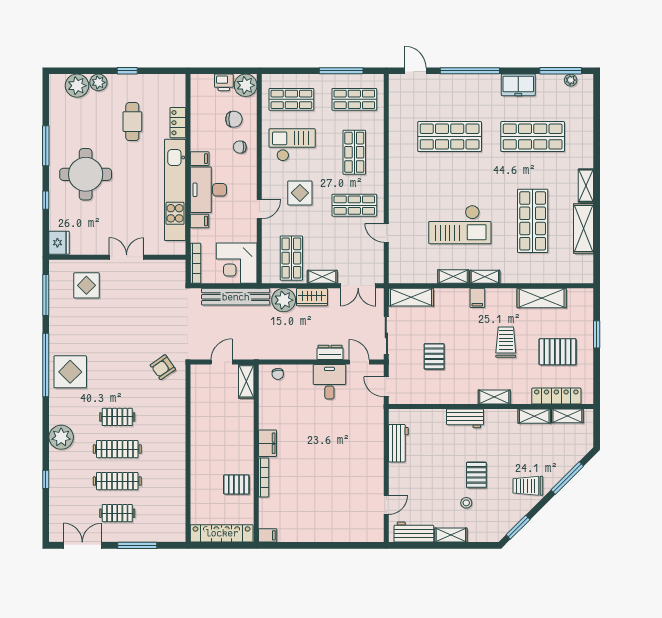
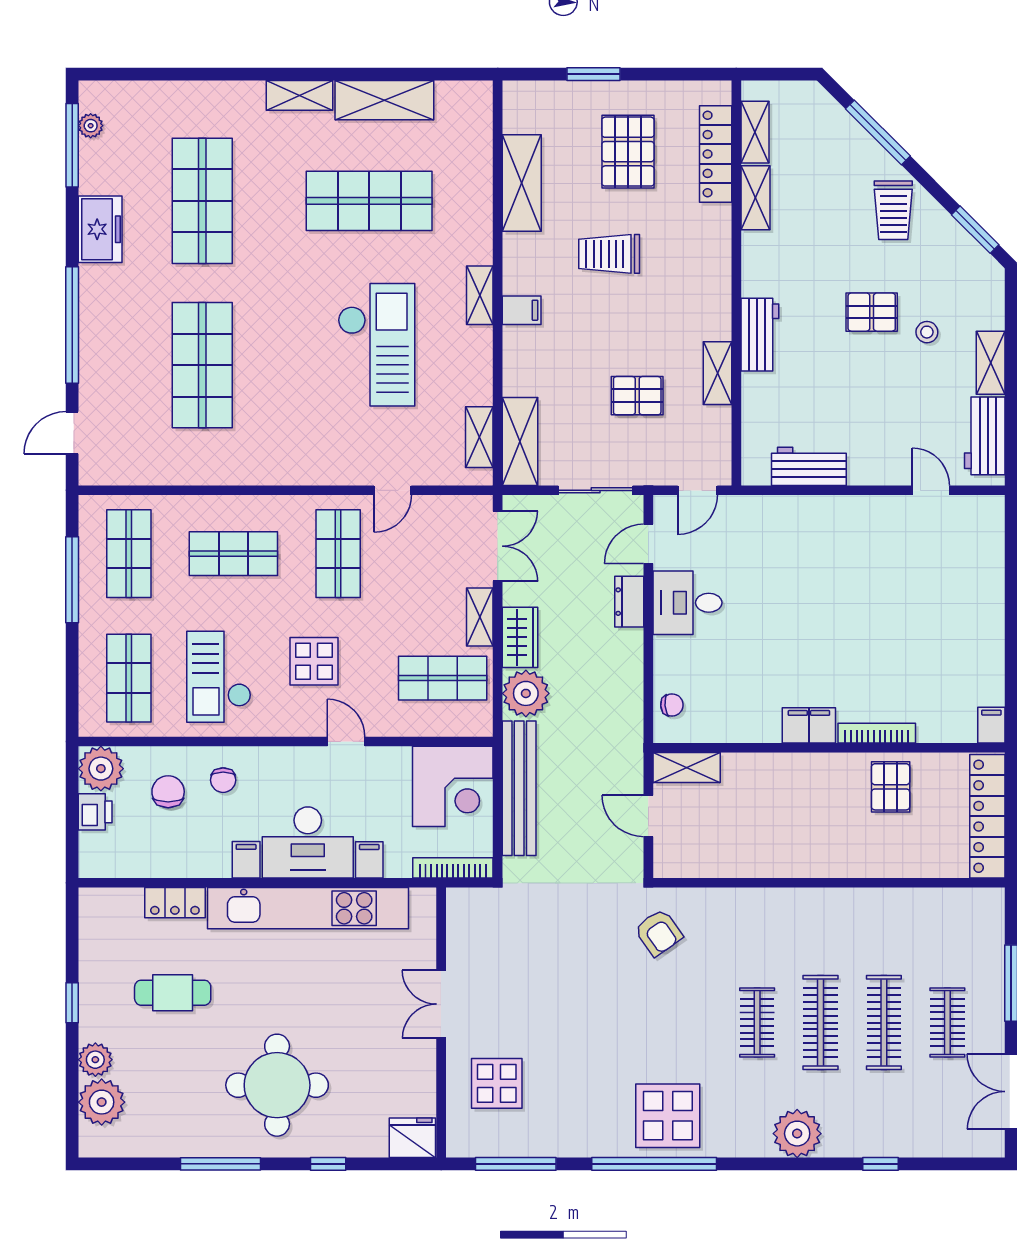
shelving: (453, 277) -> (479, 437), moved
shelving: (494, 397) -> (717, 373), moved

